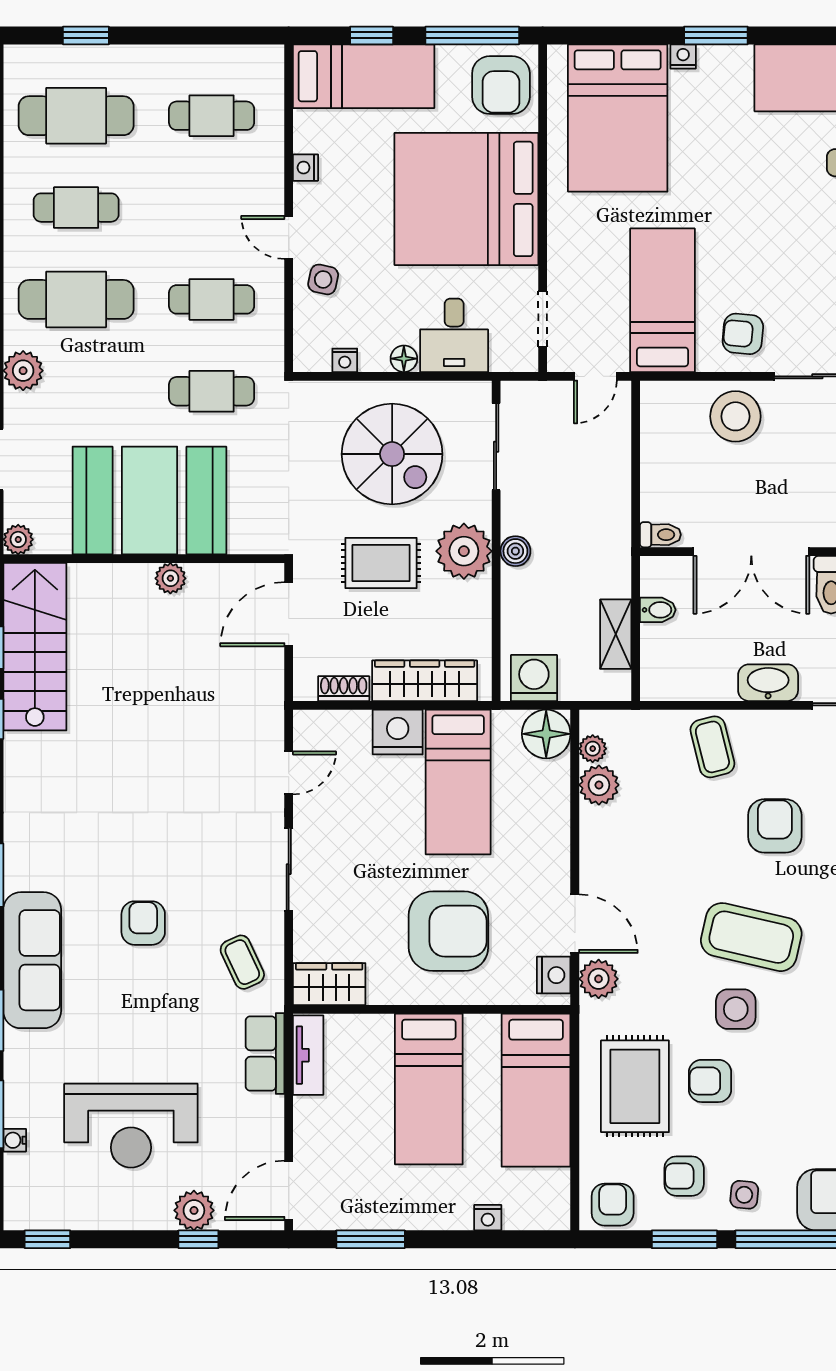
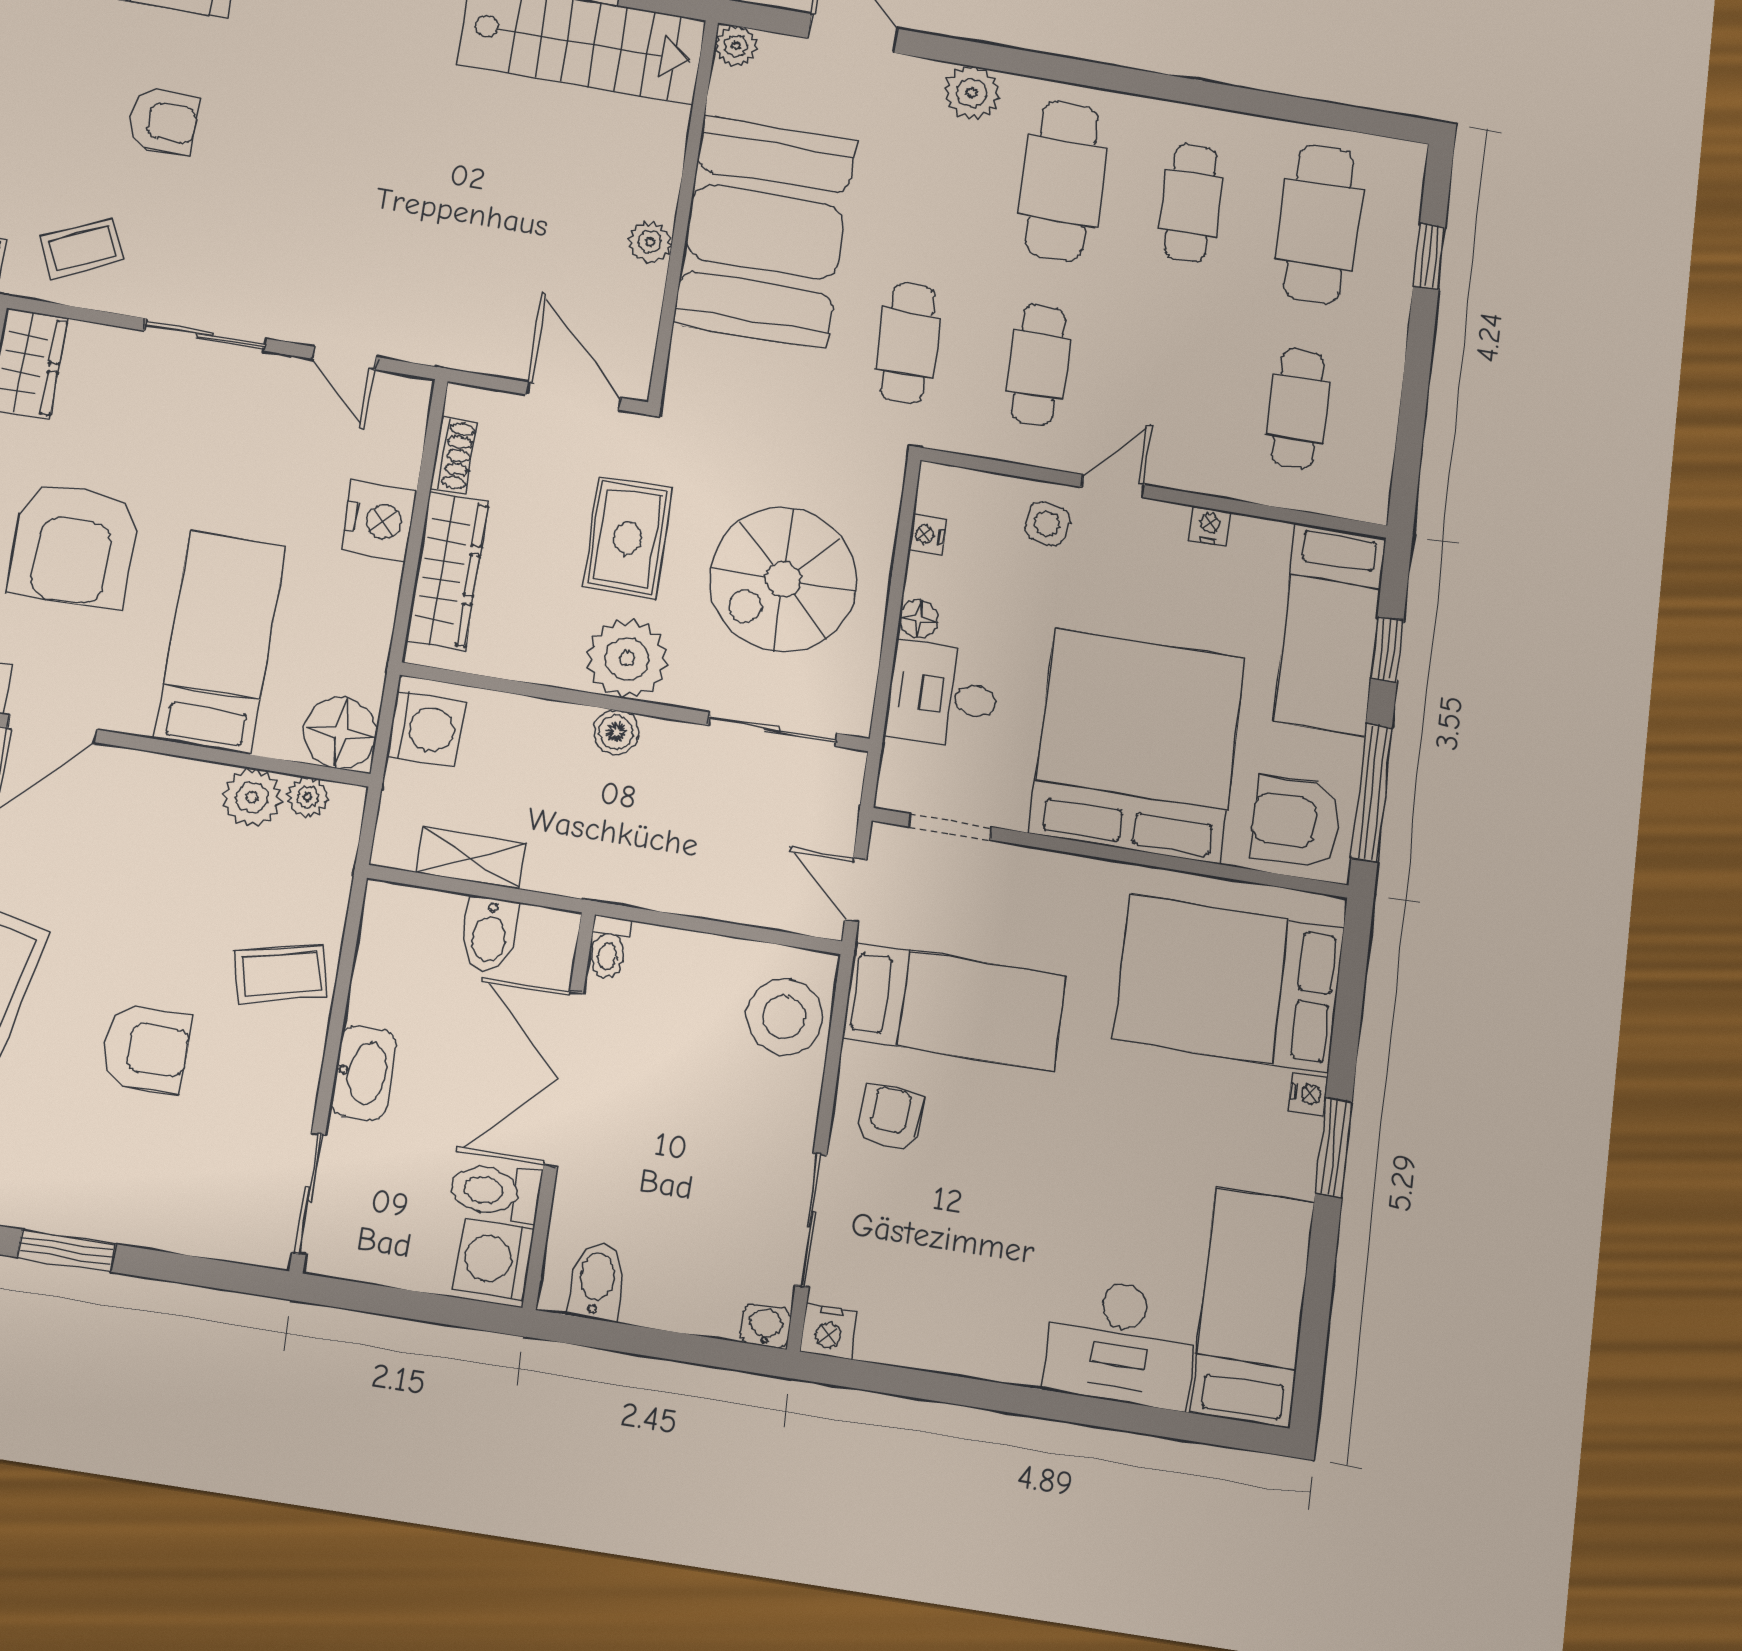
stool: (735, 416) -> (784, 1017), moved
bidet: (658, 610) -> (490, 934), width x1.38, depth x1.36
bed: (458, 782) -> (220, 642), moved, turned 90

